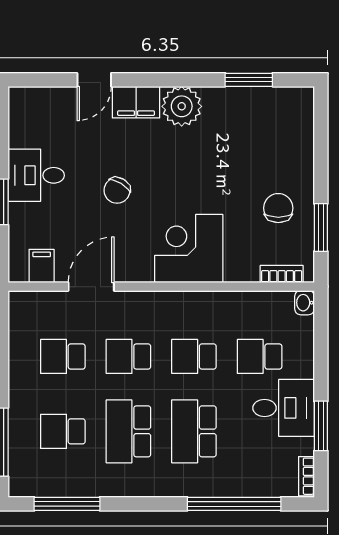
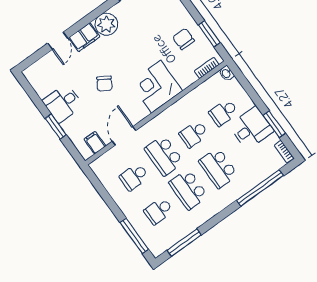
school desk: (128, 356) -> (164, 155), width x1.85

